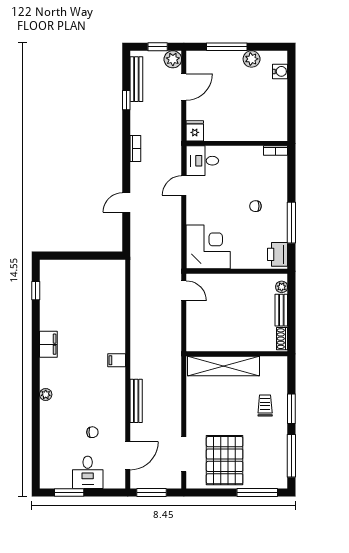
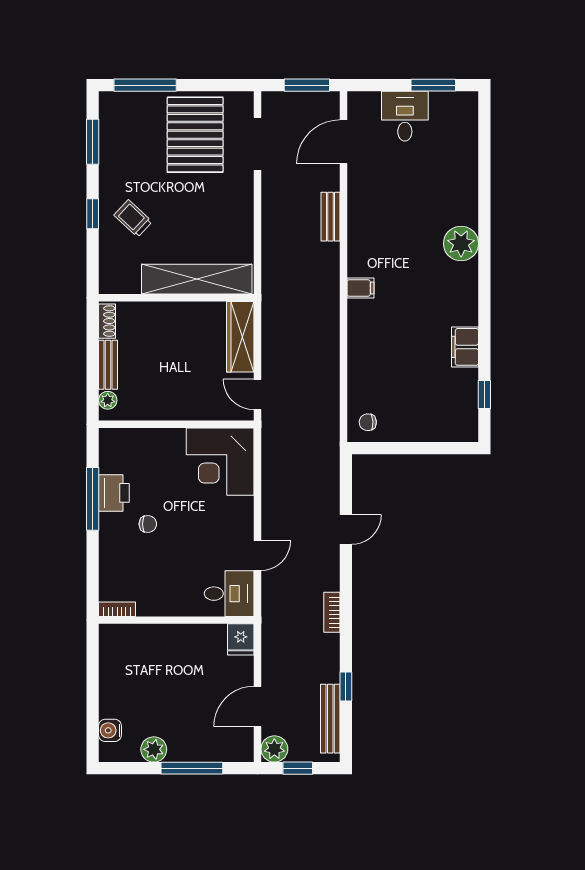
printer: (278, 254) -> (114, 493), moved
wardrobe: (195, 328) -> (240, 337), added
filing cabinet: (48, 344) -> (465, 347), moved
plant: (46, 394) -> (461, 244), width x1.88, depth x1.88
bench: (136, 401) -> (331, 217), width x0.73
trolley: (265, 406) -> (133, 218), turned 133
window: (291, 409) -> (93, 214), width x0.67
chair: (92, 432) -> (368, 422), moved
window: (291, 456) -> (93, 142), width x0.69

